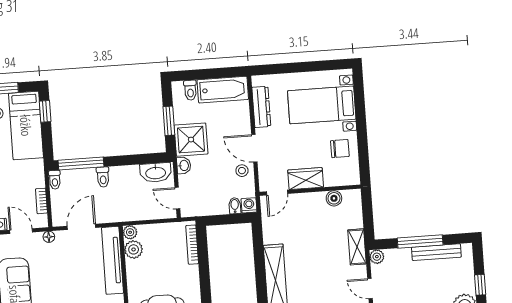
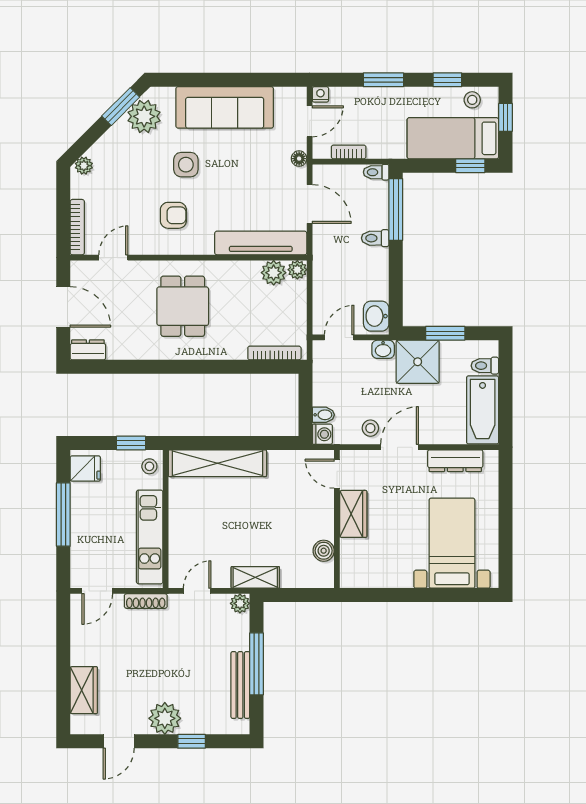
chair: (340, 149) -> (391, 564), removed
washbasin: (156, 172) -> (376, 316), width x0.72

